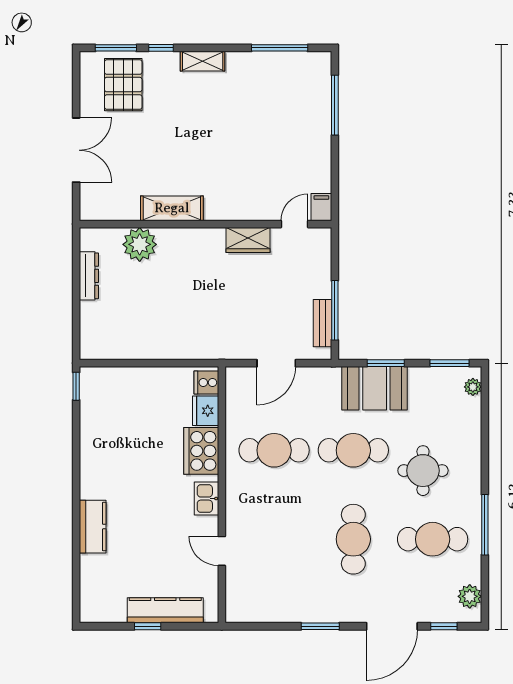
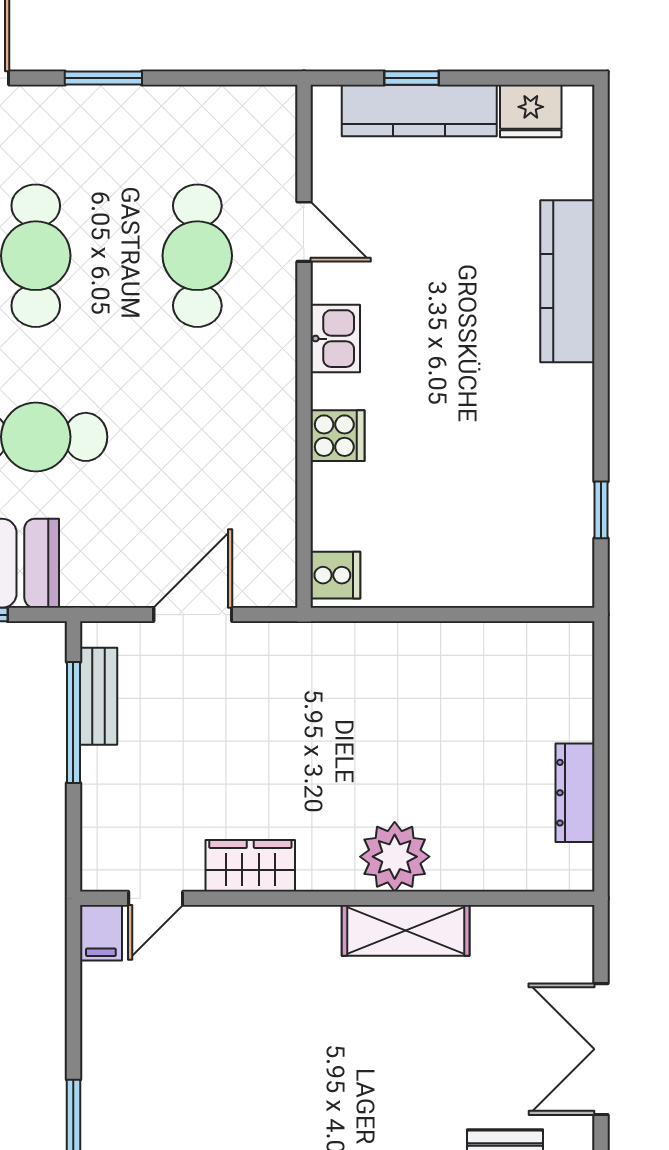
plant: (140, 244) -> (395, 857), moved
window: (76, 386) -> (601, 510), moved
fridge: (206, 411) -> (531, 111), moved, turned 90
cafe table: (274, 450) -> (197, 256), moved, turned 90
cooker: (201, 451) -> (337, 436), width x0.53, depth x0.76
kitchen counter: (93, 527) -> (567, 281), width x1.50
window: (148, 626) -> (412, 78), moved

